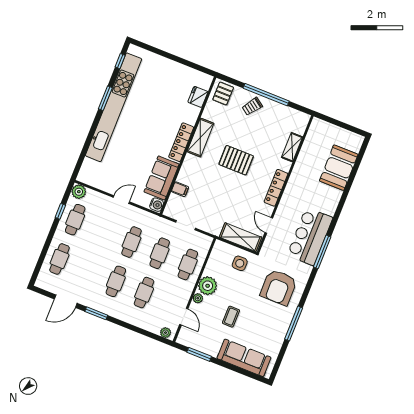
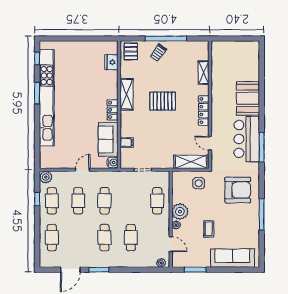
locker: (181, 142) -> (113, 110), width x0.66
booth: (339, 168) -> (248, 98), moved
cafe table: (160, 253) -> (78, 201), moved
armchair: (279, 287) -> (238, 190), turned -90

